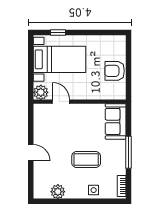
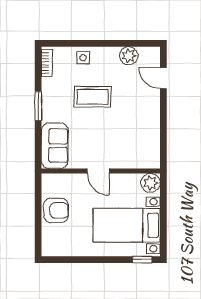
window: (58, 32) -> (142, 260), moved
door: (61, 102) -> (98, 171), moved
window: (128, 152) -> (38, 106), width x0.69
door: (31, 153) -> (163, 78), moved

